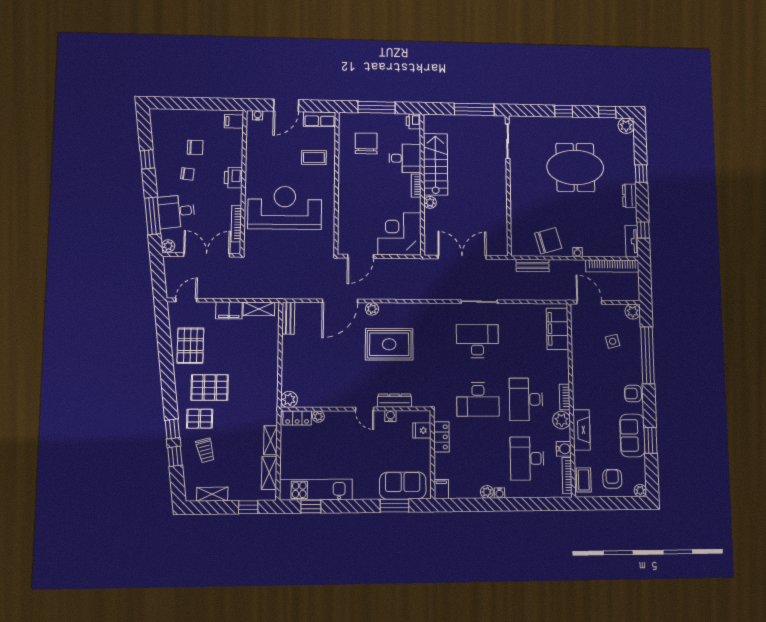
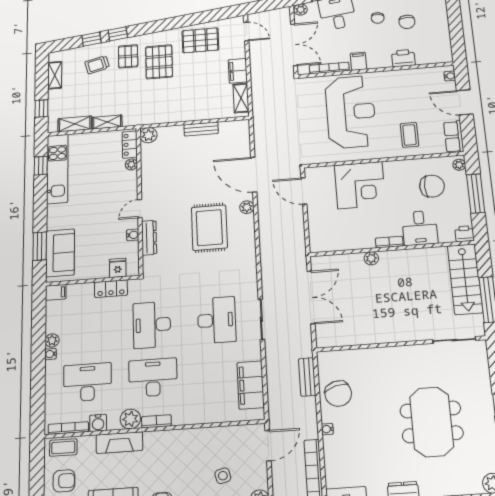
plant: (348, 118) -> (459, 165), added
filing cabinet: (234, 121) -> (358, 61), moved
stairs: (435, 164) -> (465, 279), moved, turned 90
printer: (233, 178) -> (403, 58), moved
corner desk: (399, 234) -> (360, 185), moved, turned 90
bench: (288, 318) -> (201, 129), moved
filing cabinet: (557, 329) -> (251, 385), moved, turned -90

